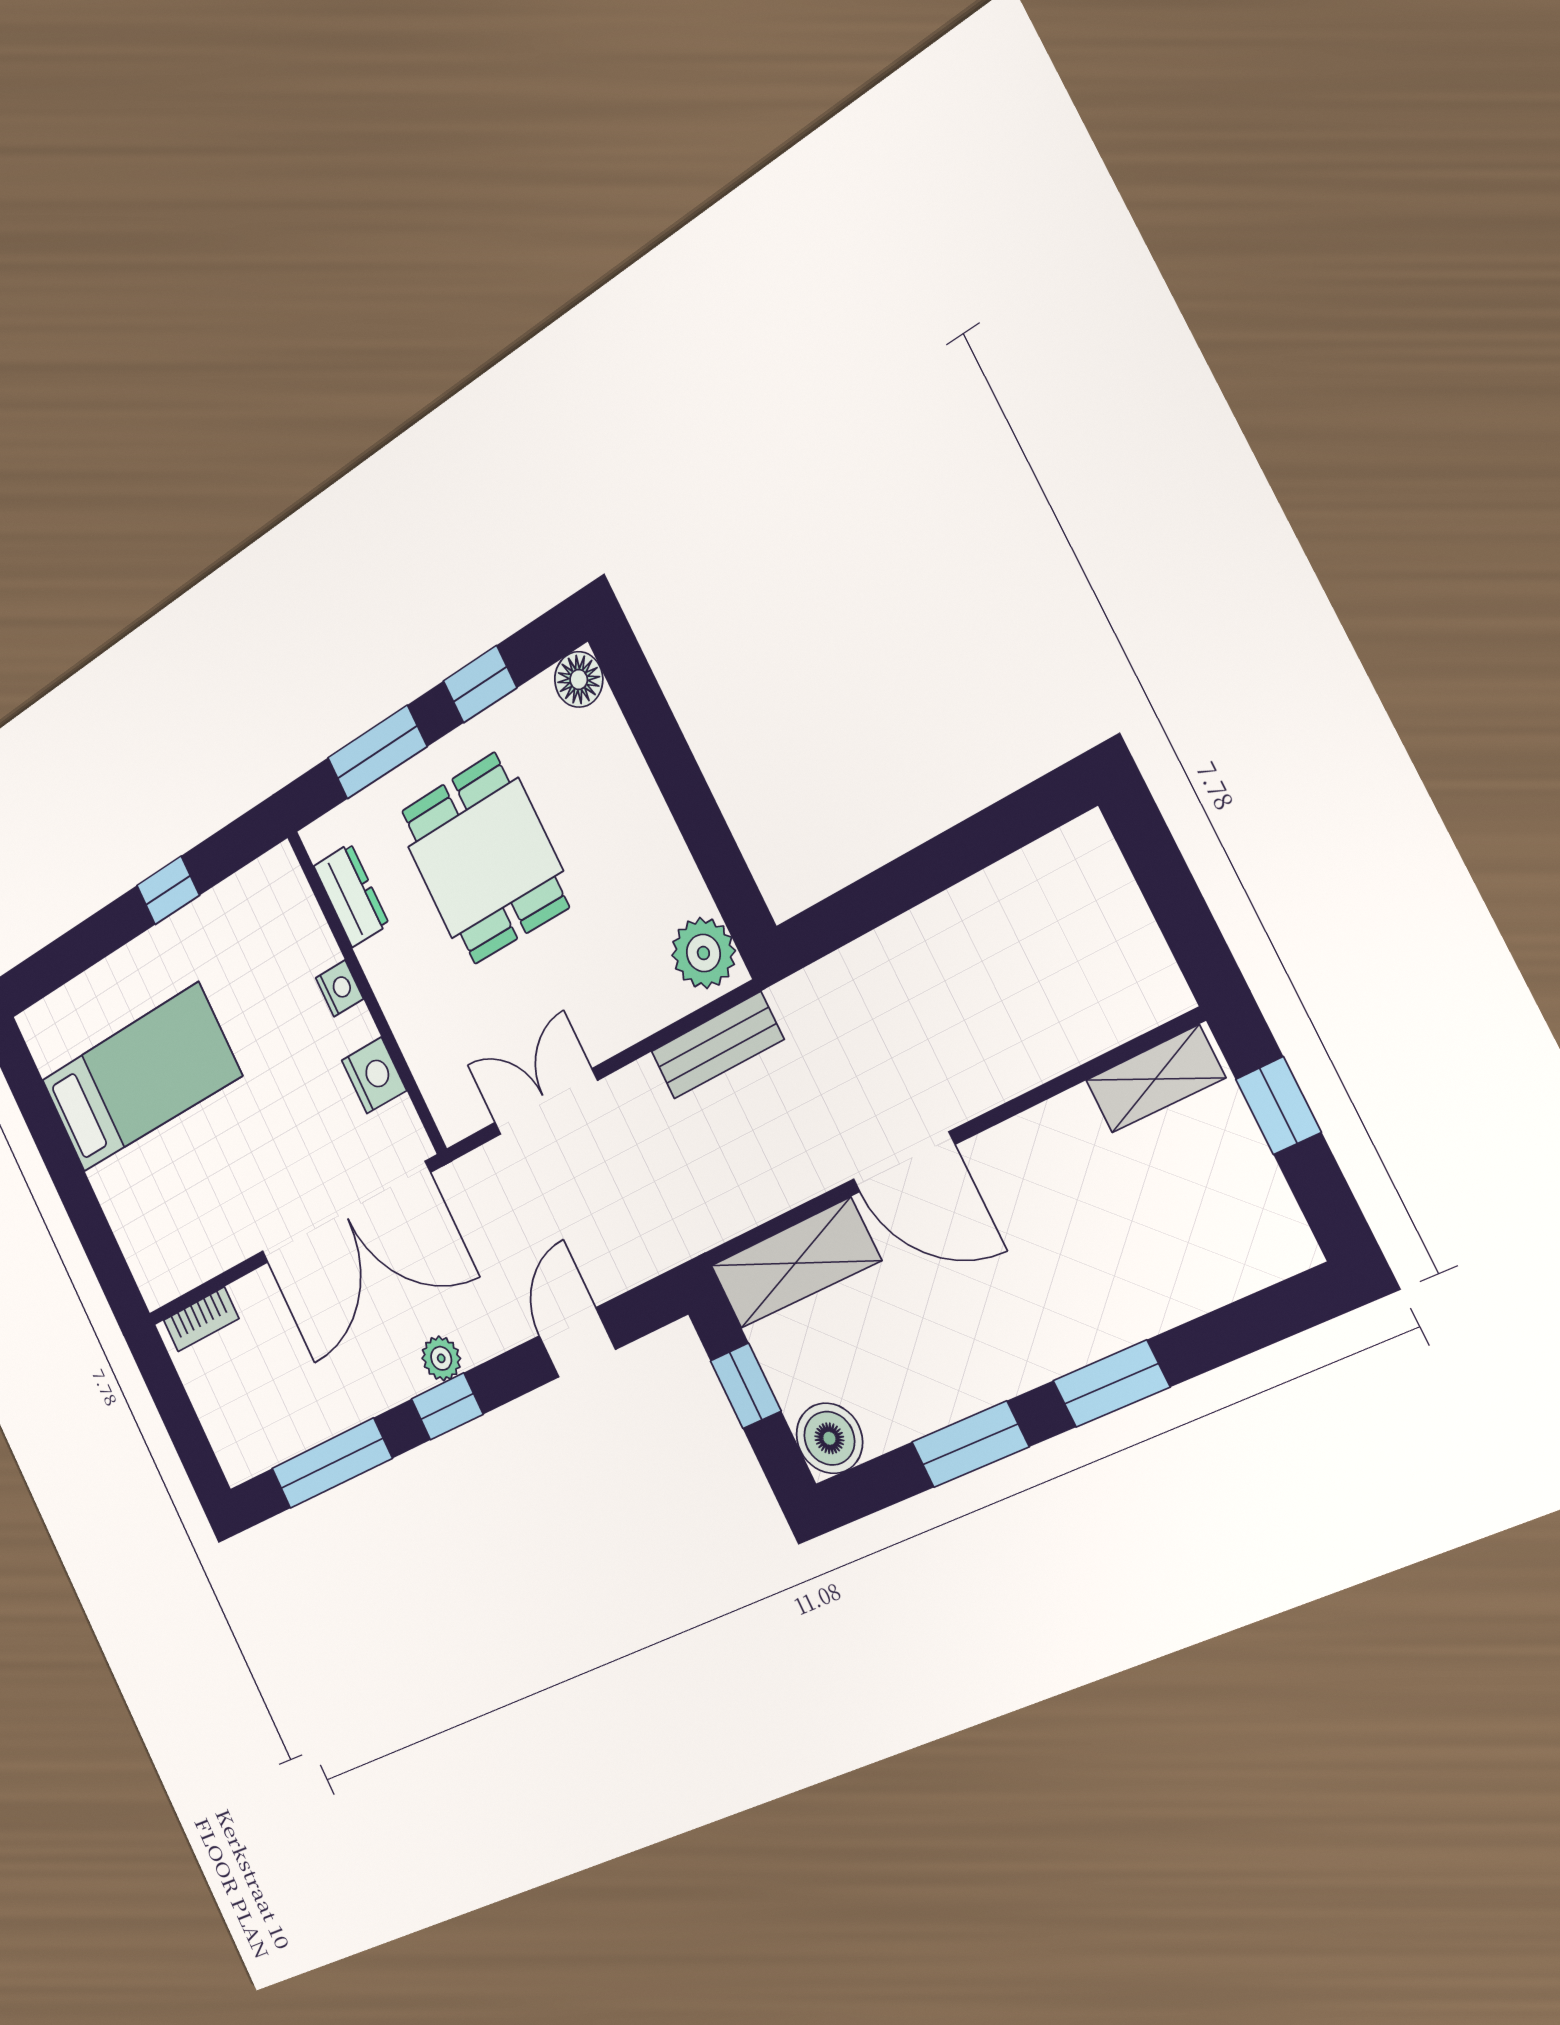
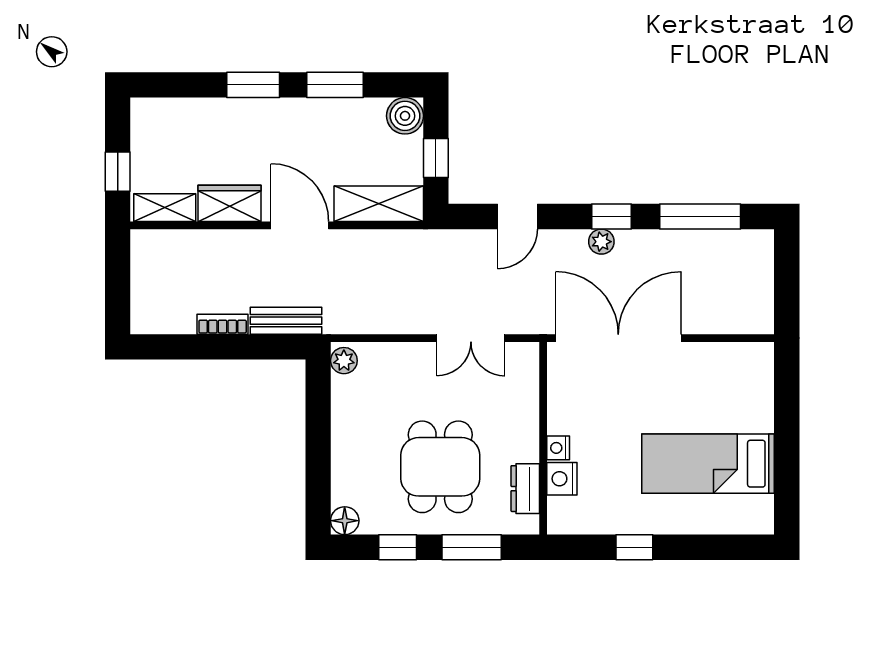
plant: (703, 953) -> (344, 361), width x0.73, depth x0.73
bench: (717, 1045) -> (286, 321), moved
nightstand: (374, 1075) -> (562, 479), moved
wardrobe: (1043, 1143) -> (230, 203), added
bookcase: (201, 1319) -> (223, 324), moved

